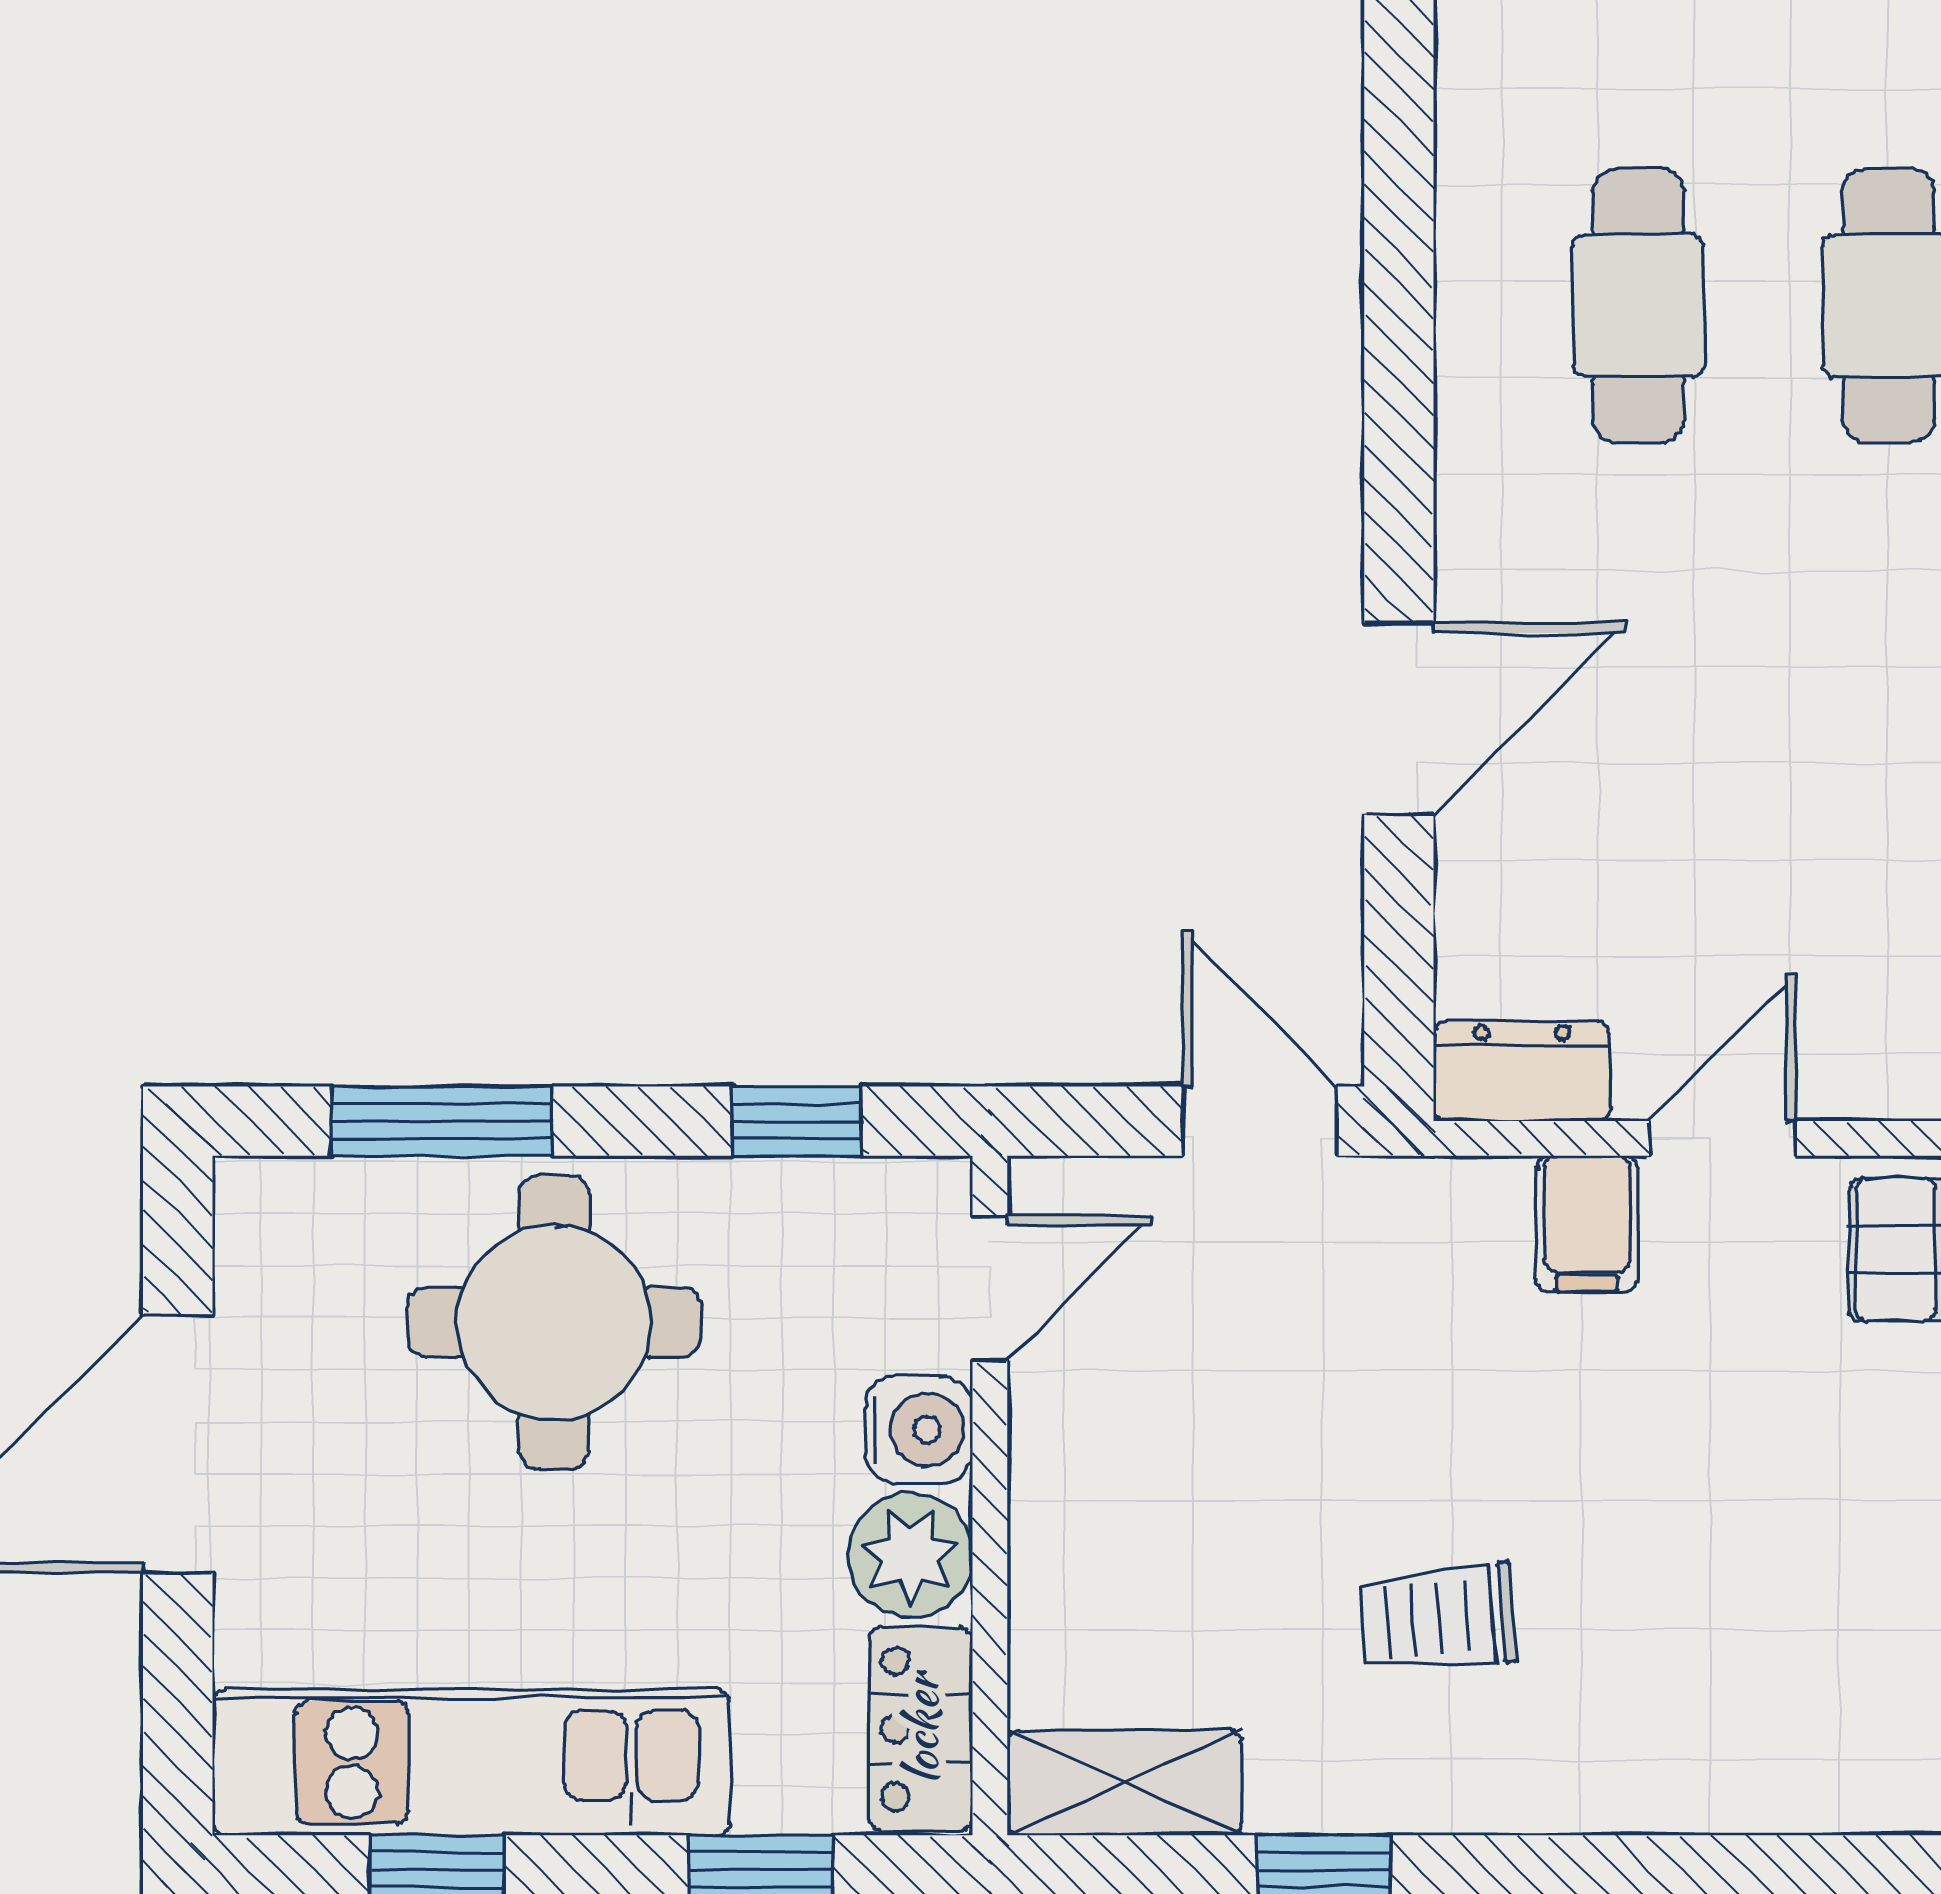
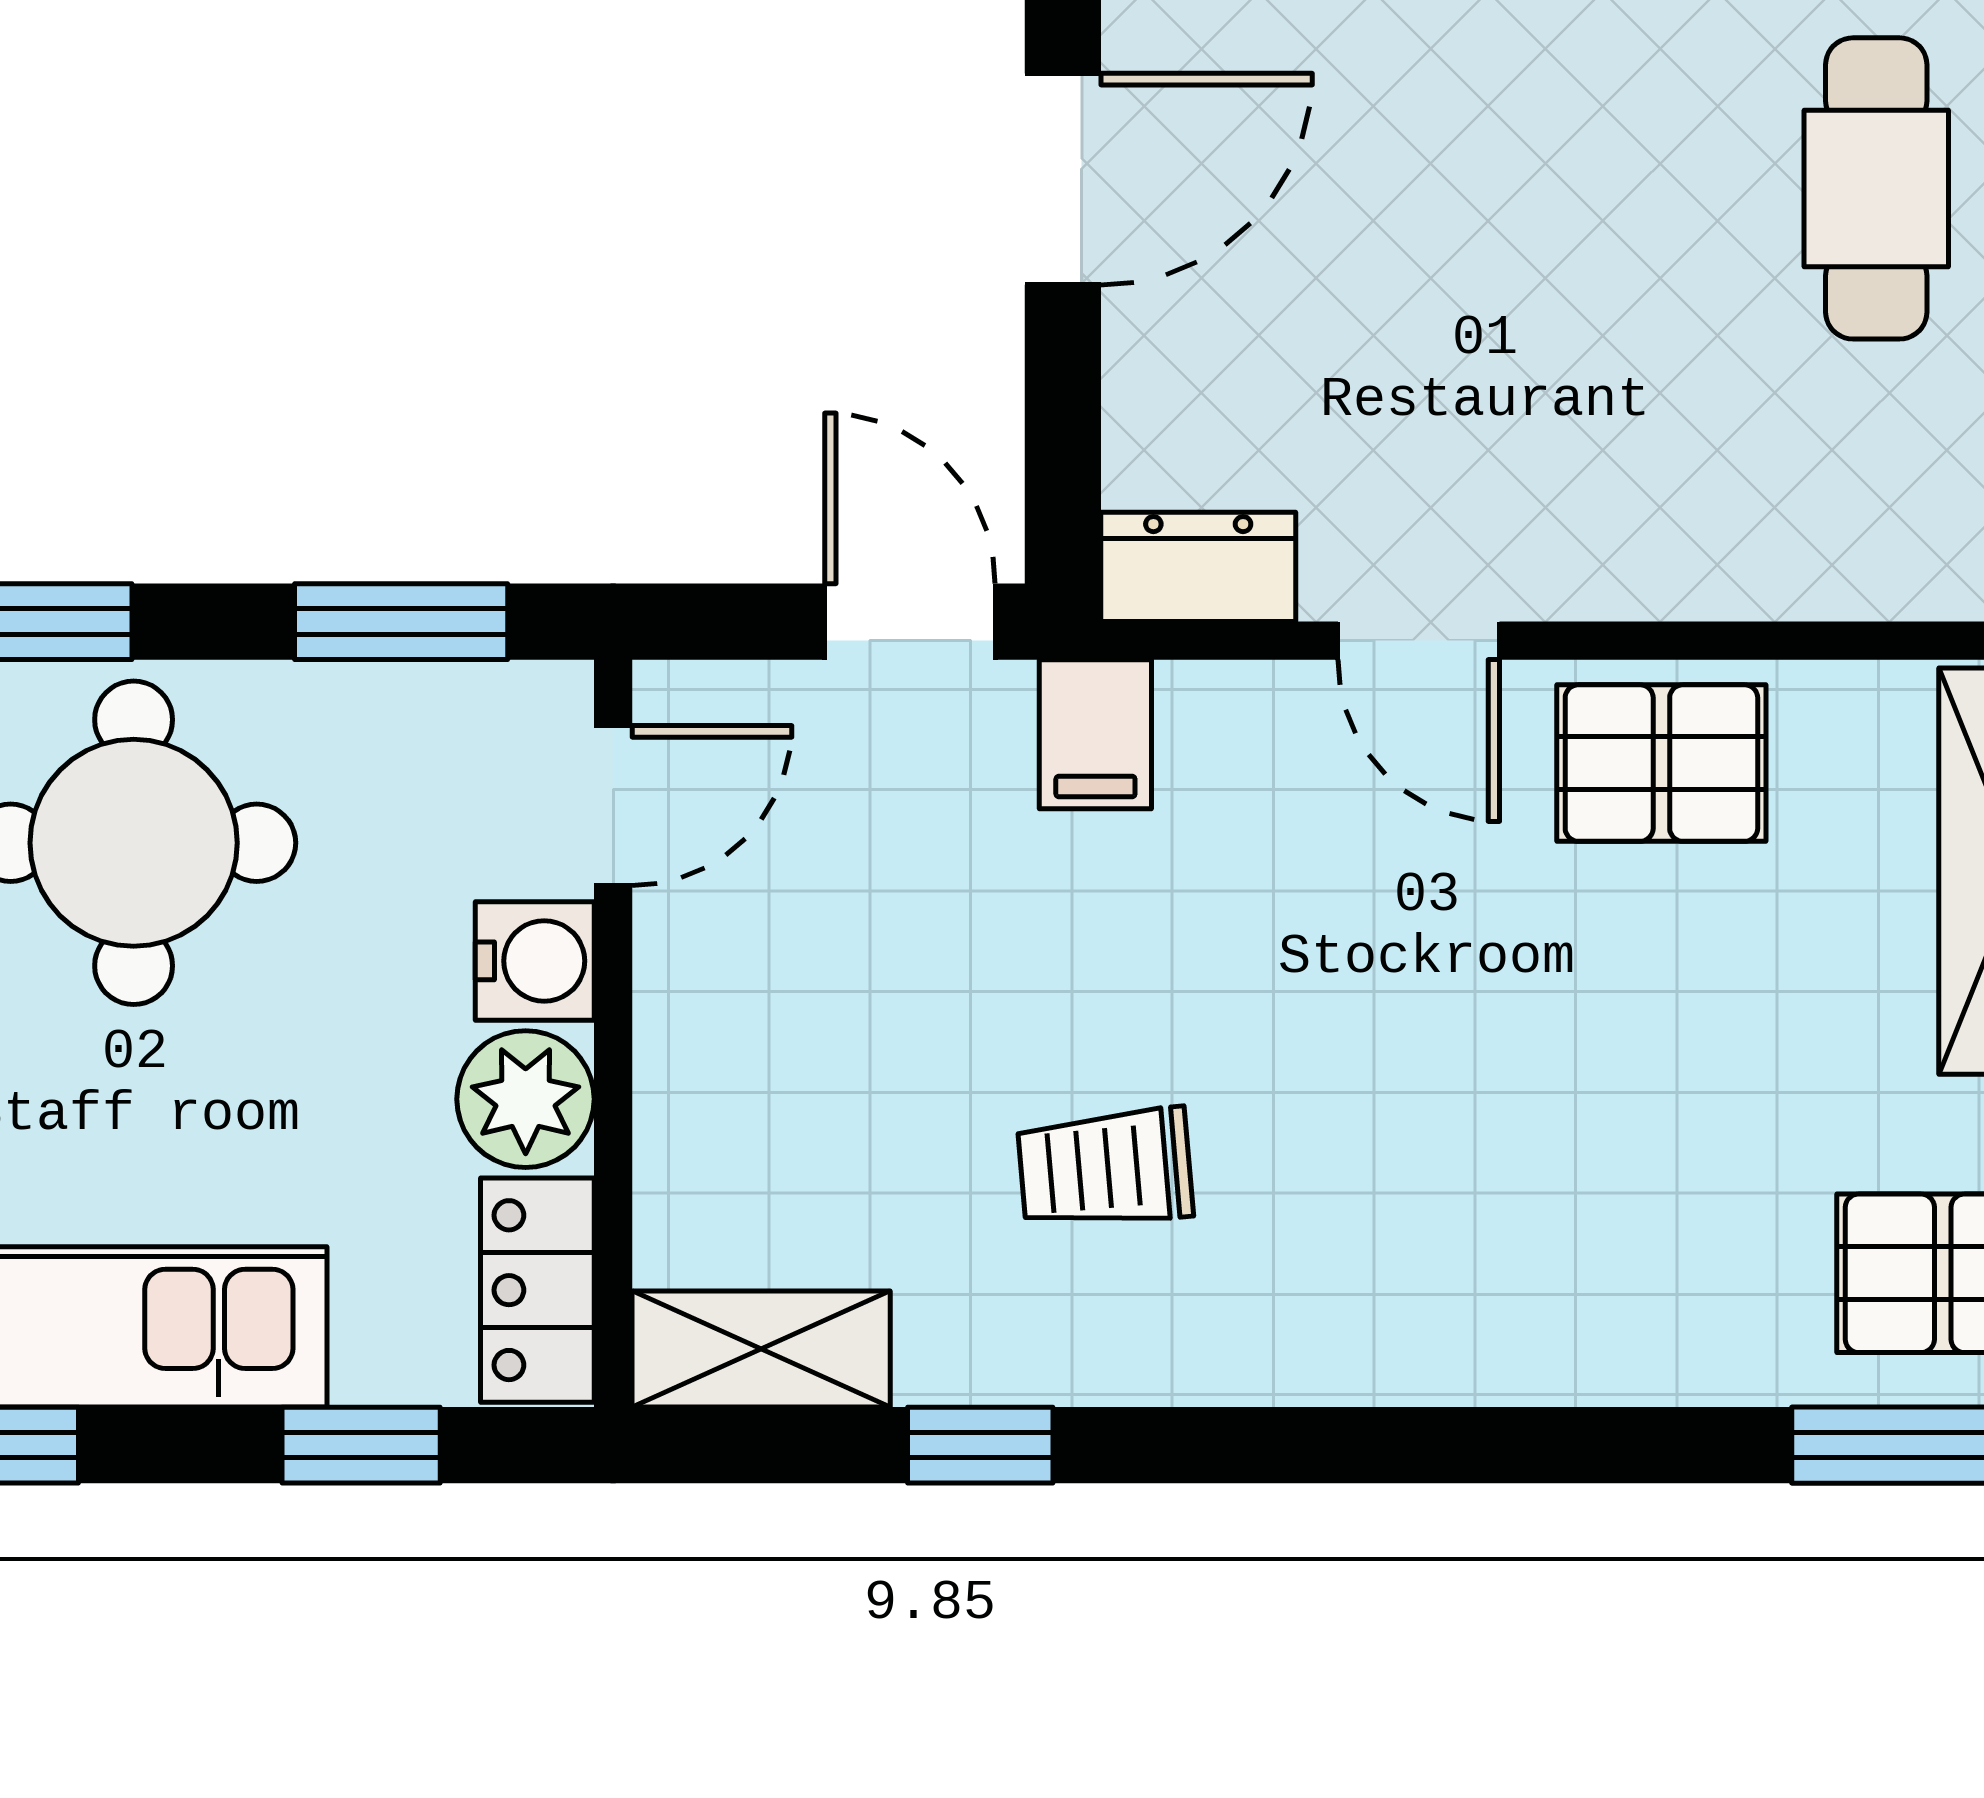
window: (797, 1121) -> (401, 622), width x1.50
door: (1722, 1138) -> (1419, 641), swing flipped
filing cabinet: (1587, 1224) -> (1095, 734), moved

